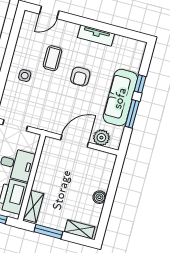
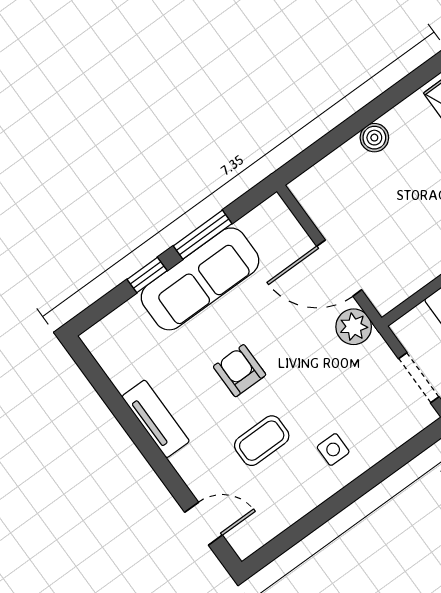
armchair: (80, 77) -> (240, 371), turned -90
plant: (101, 138) -> (354, 327), moved

